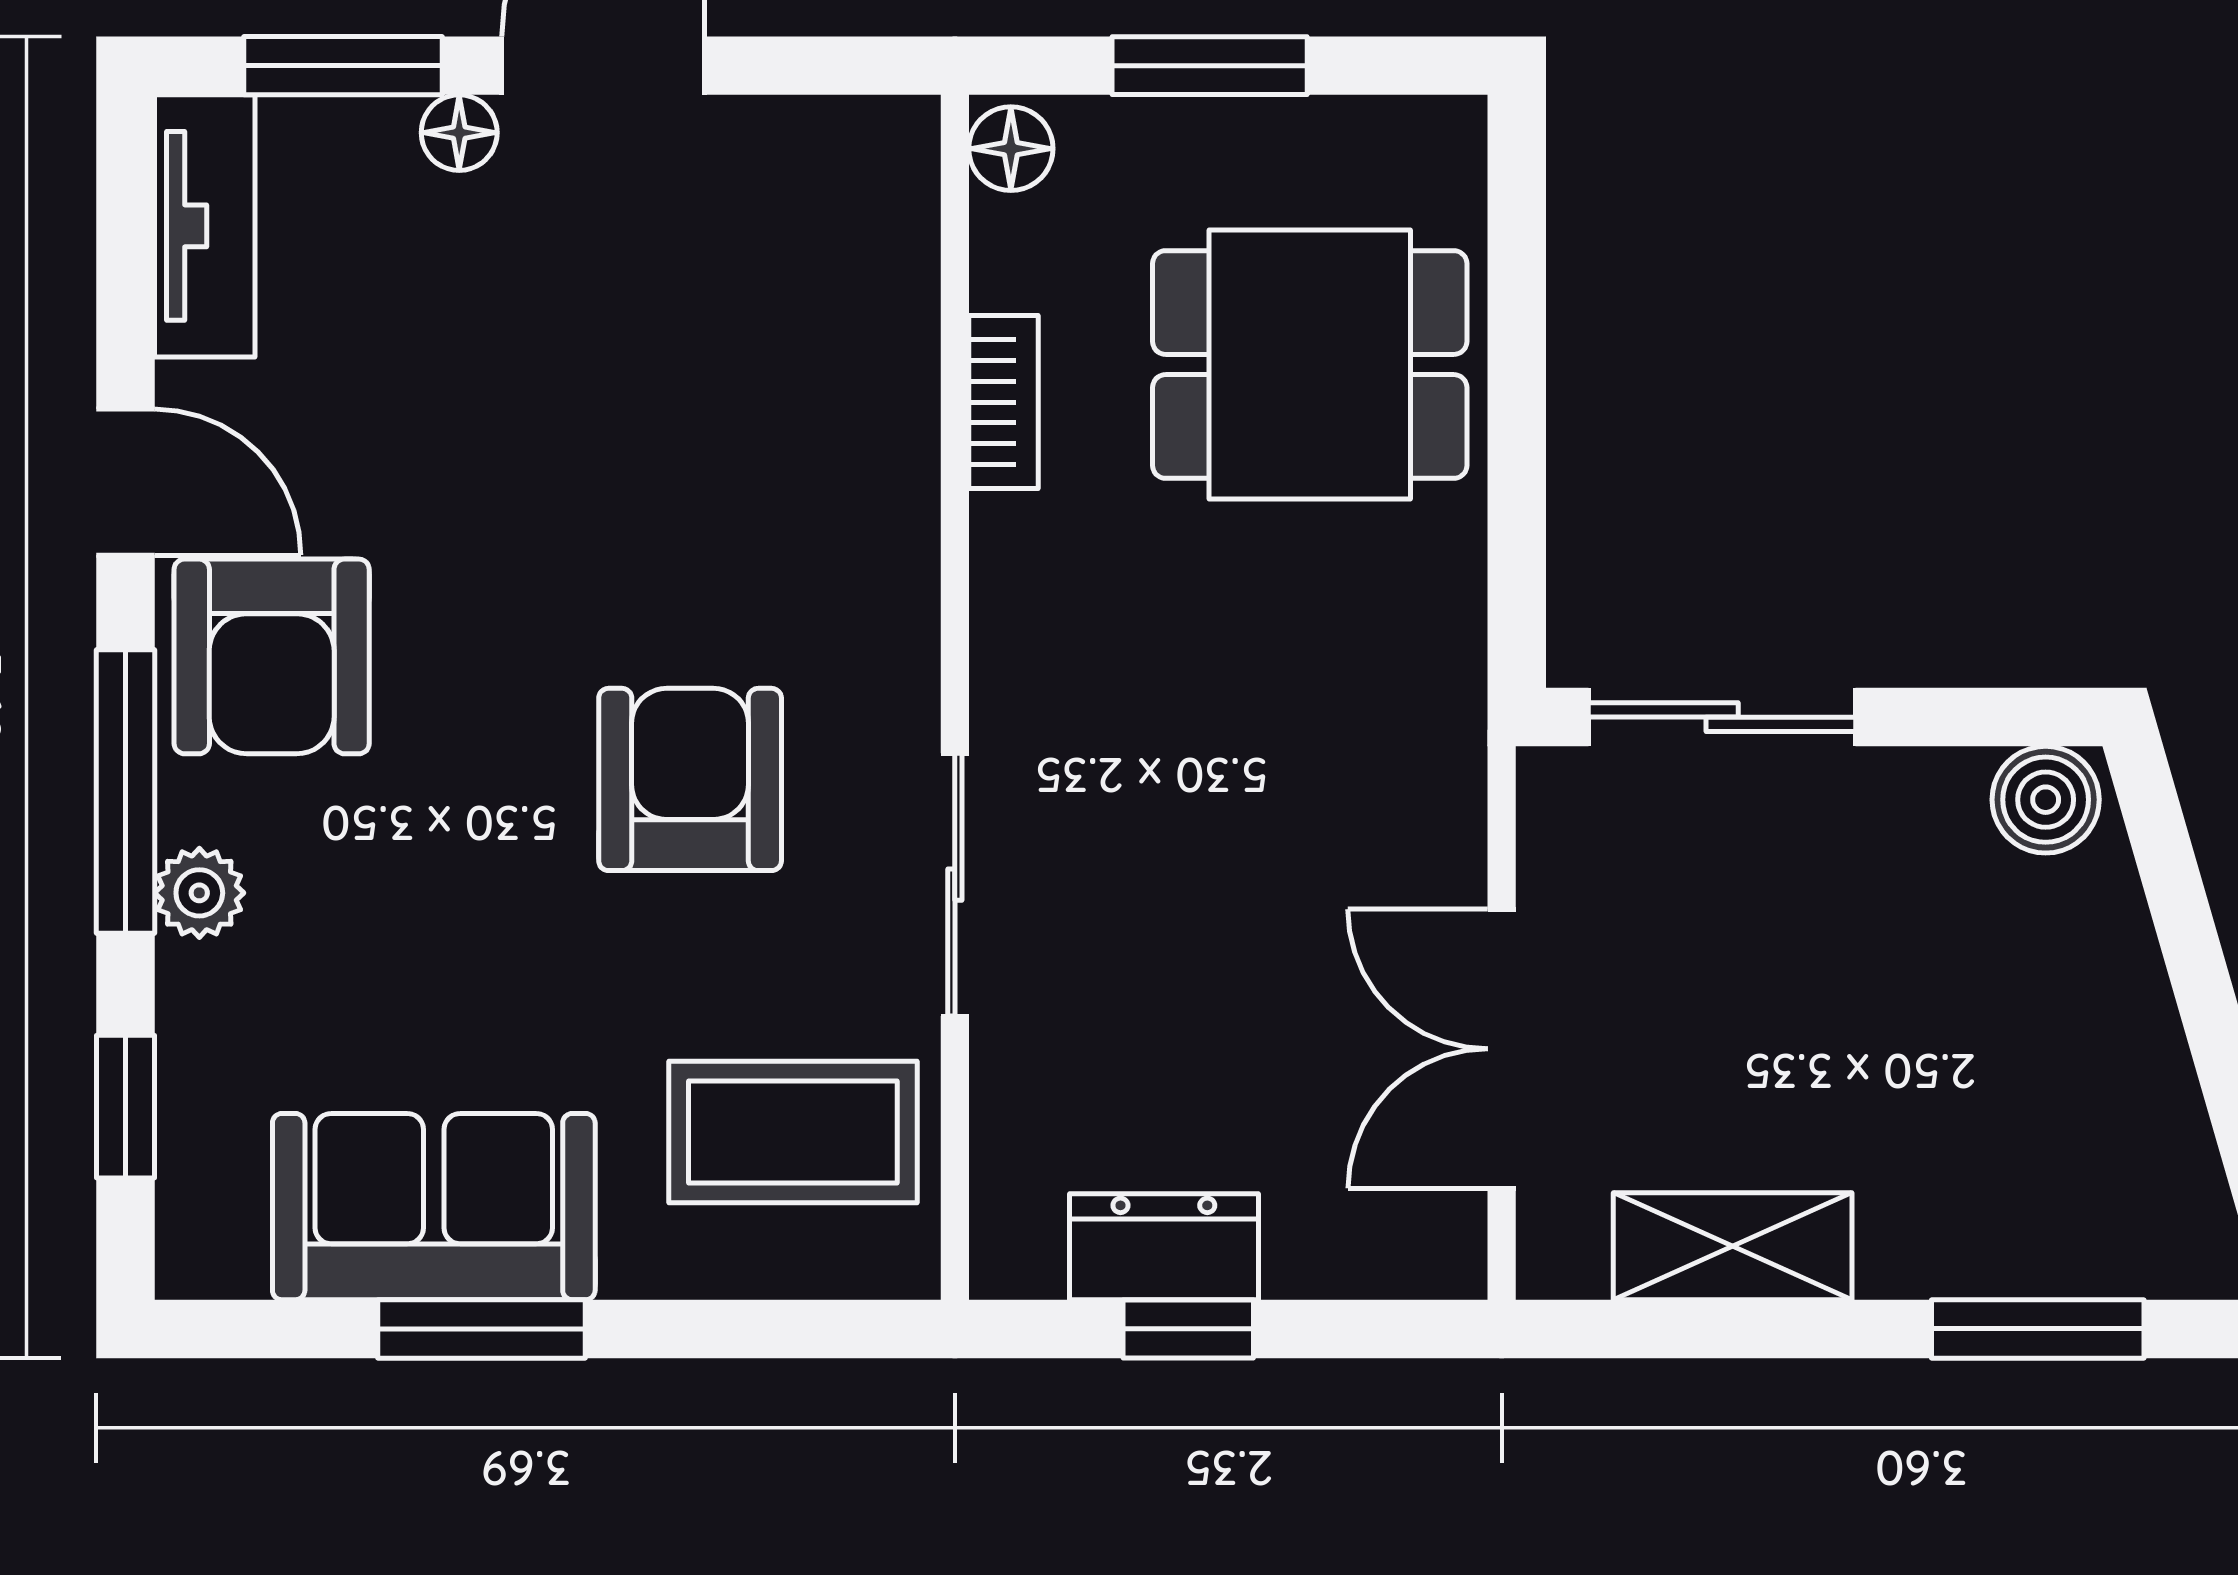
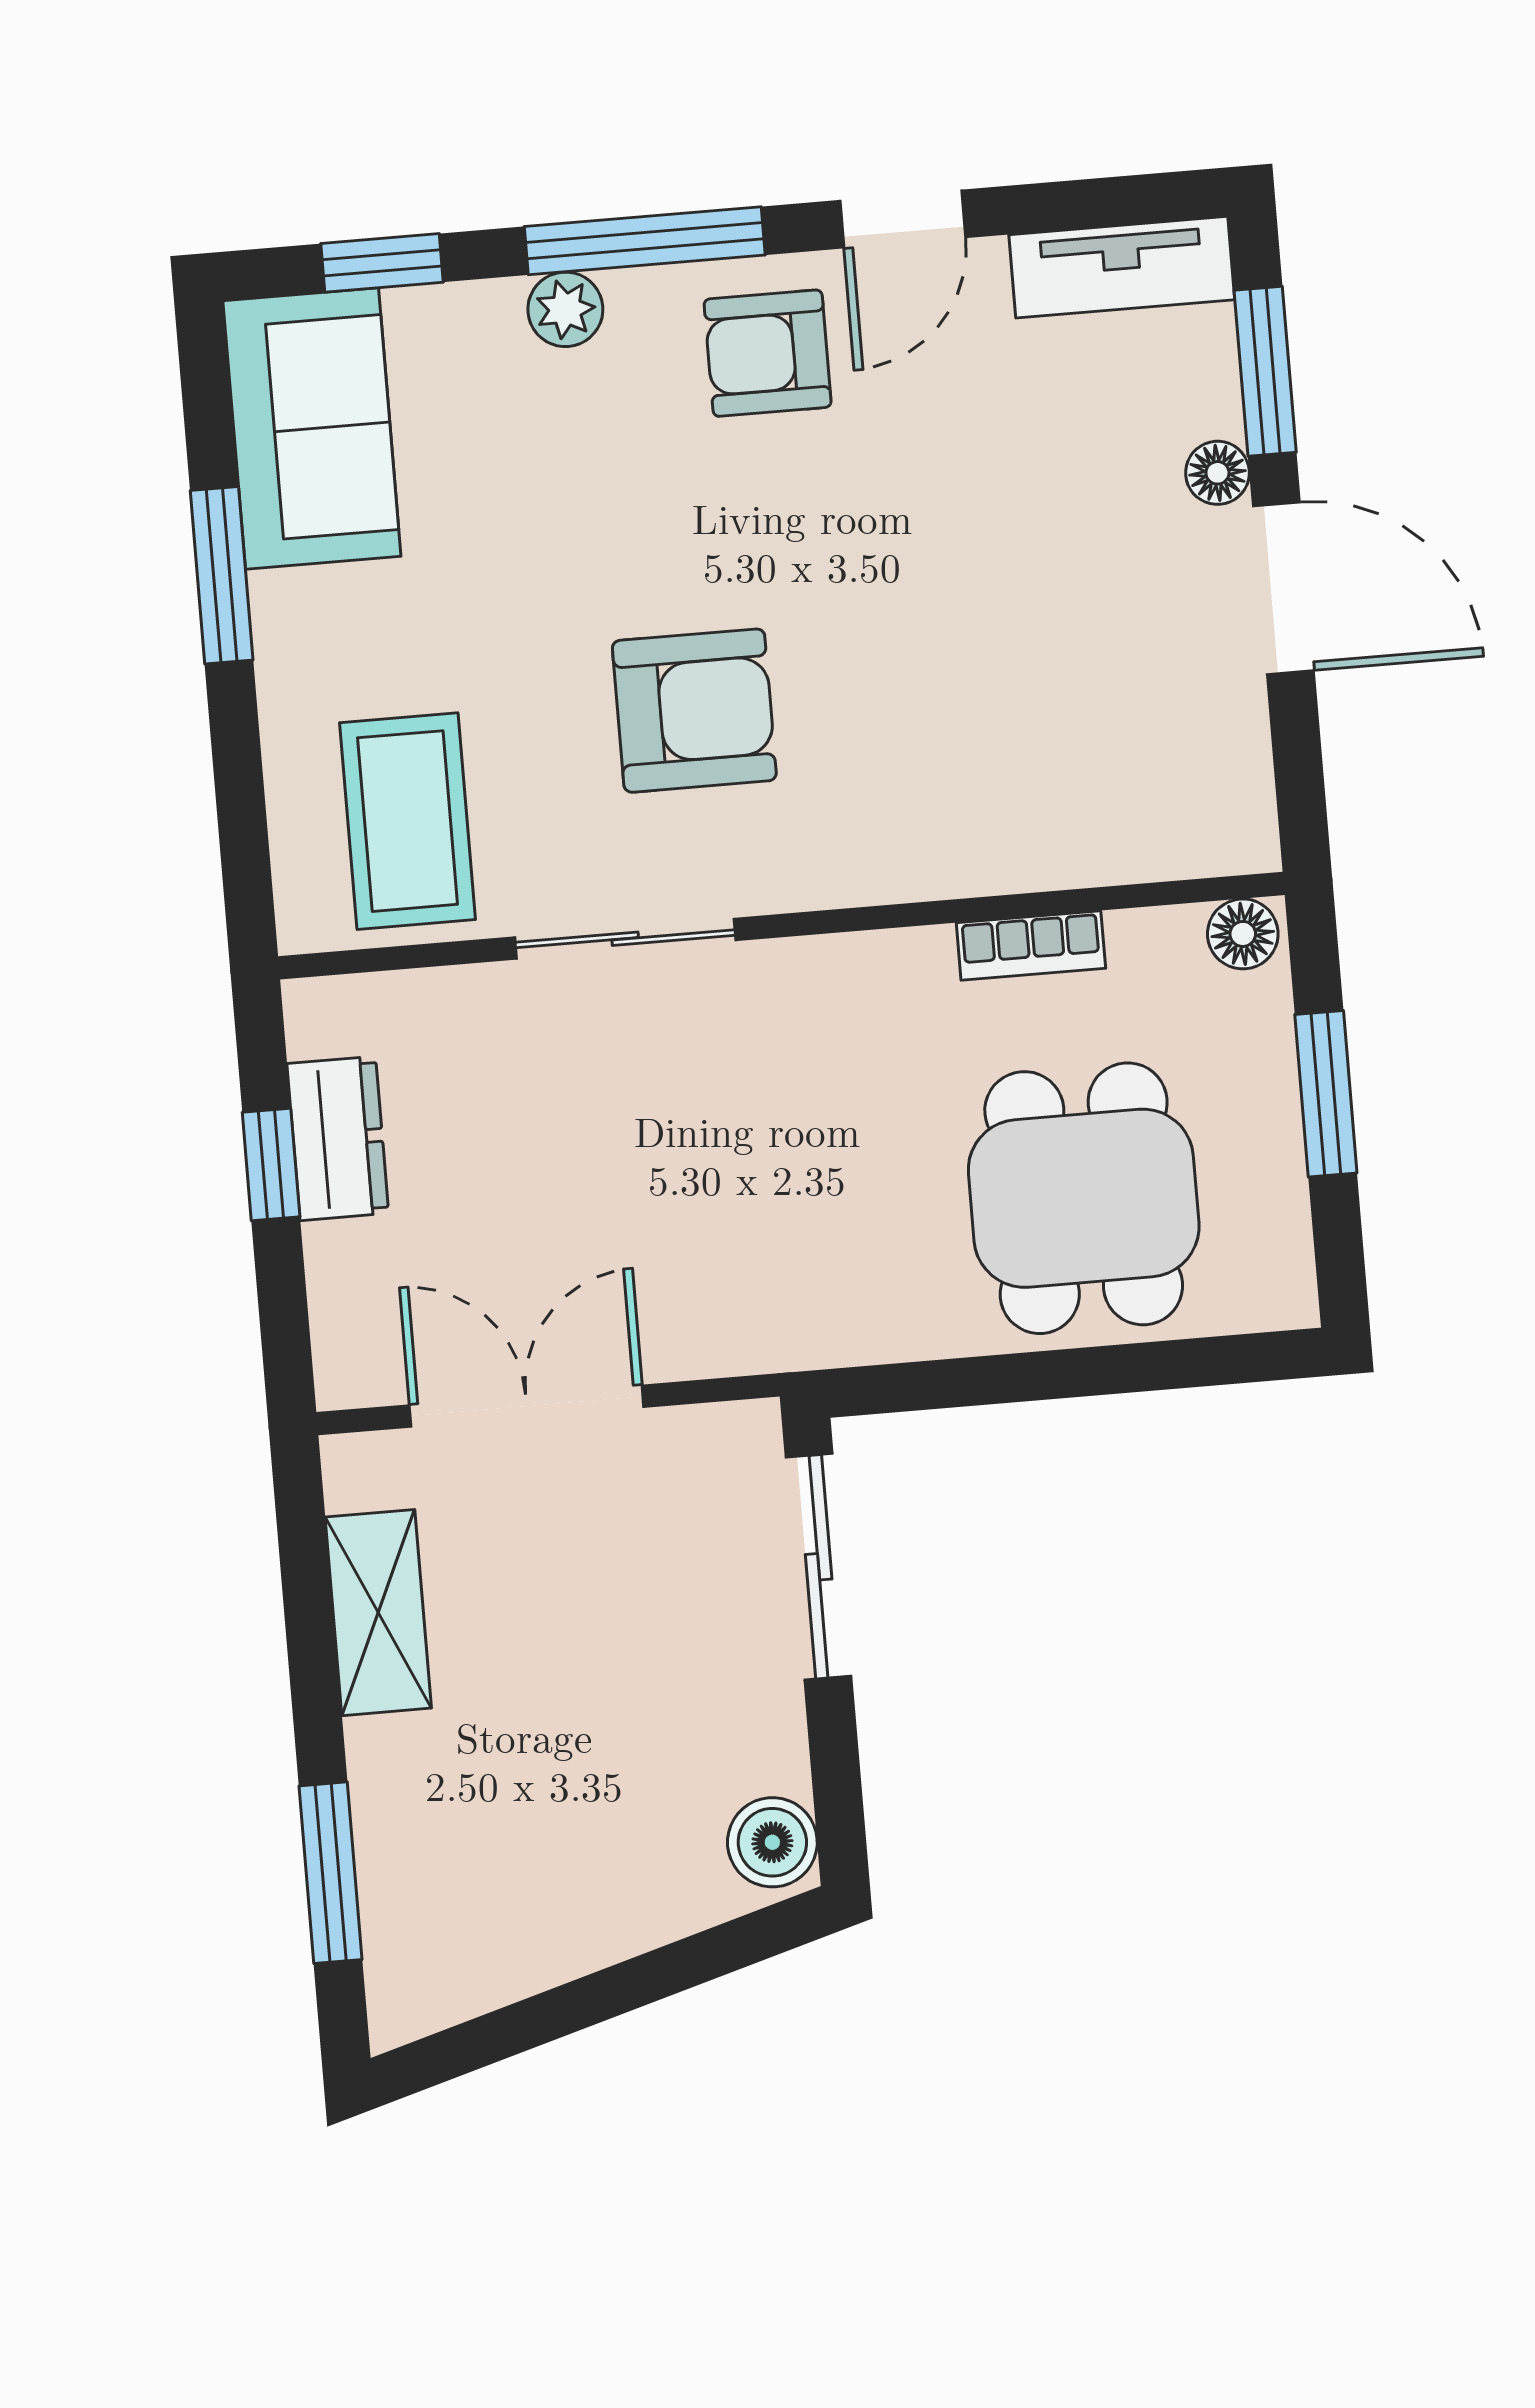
armchair: (272, 656) -> (768, 353), width x0.72, depth x0.72
sofa: (434, 1207) -> (312, 428), moved

